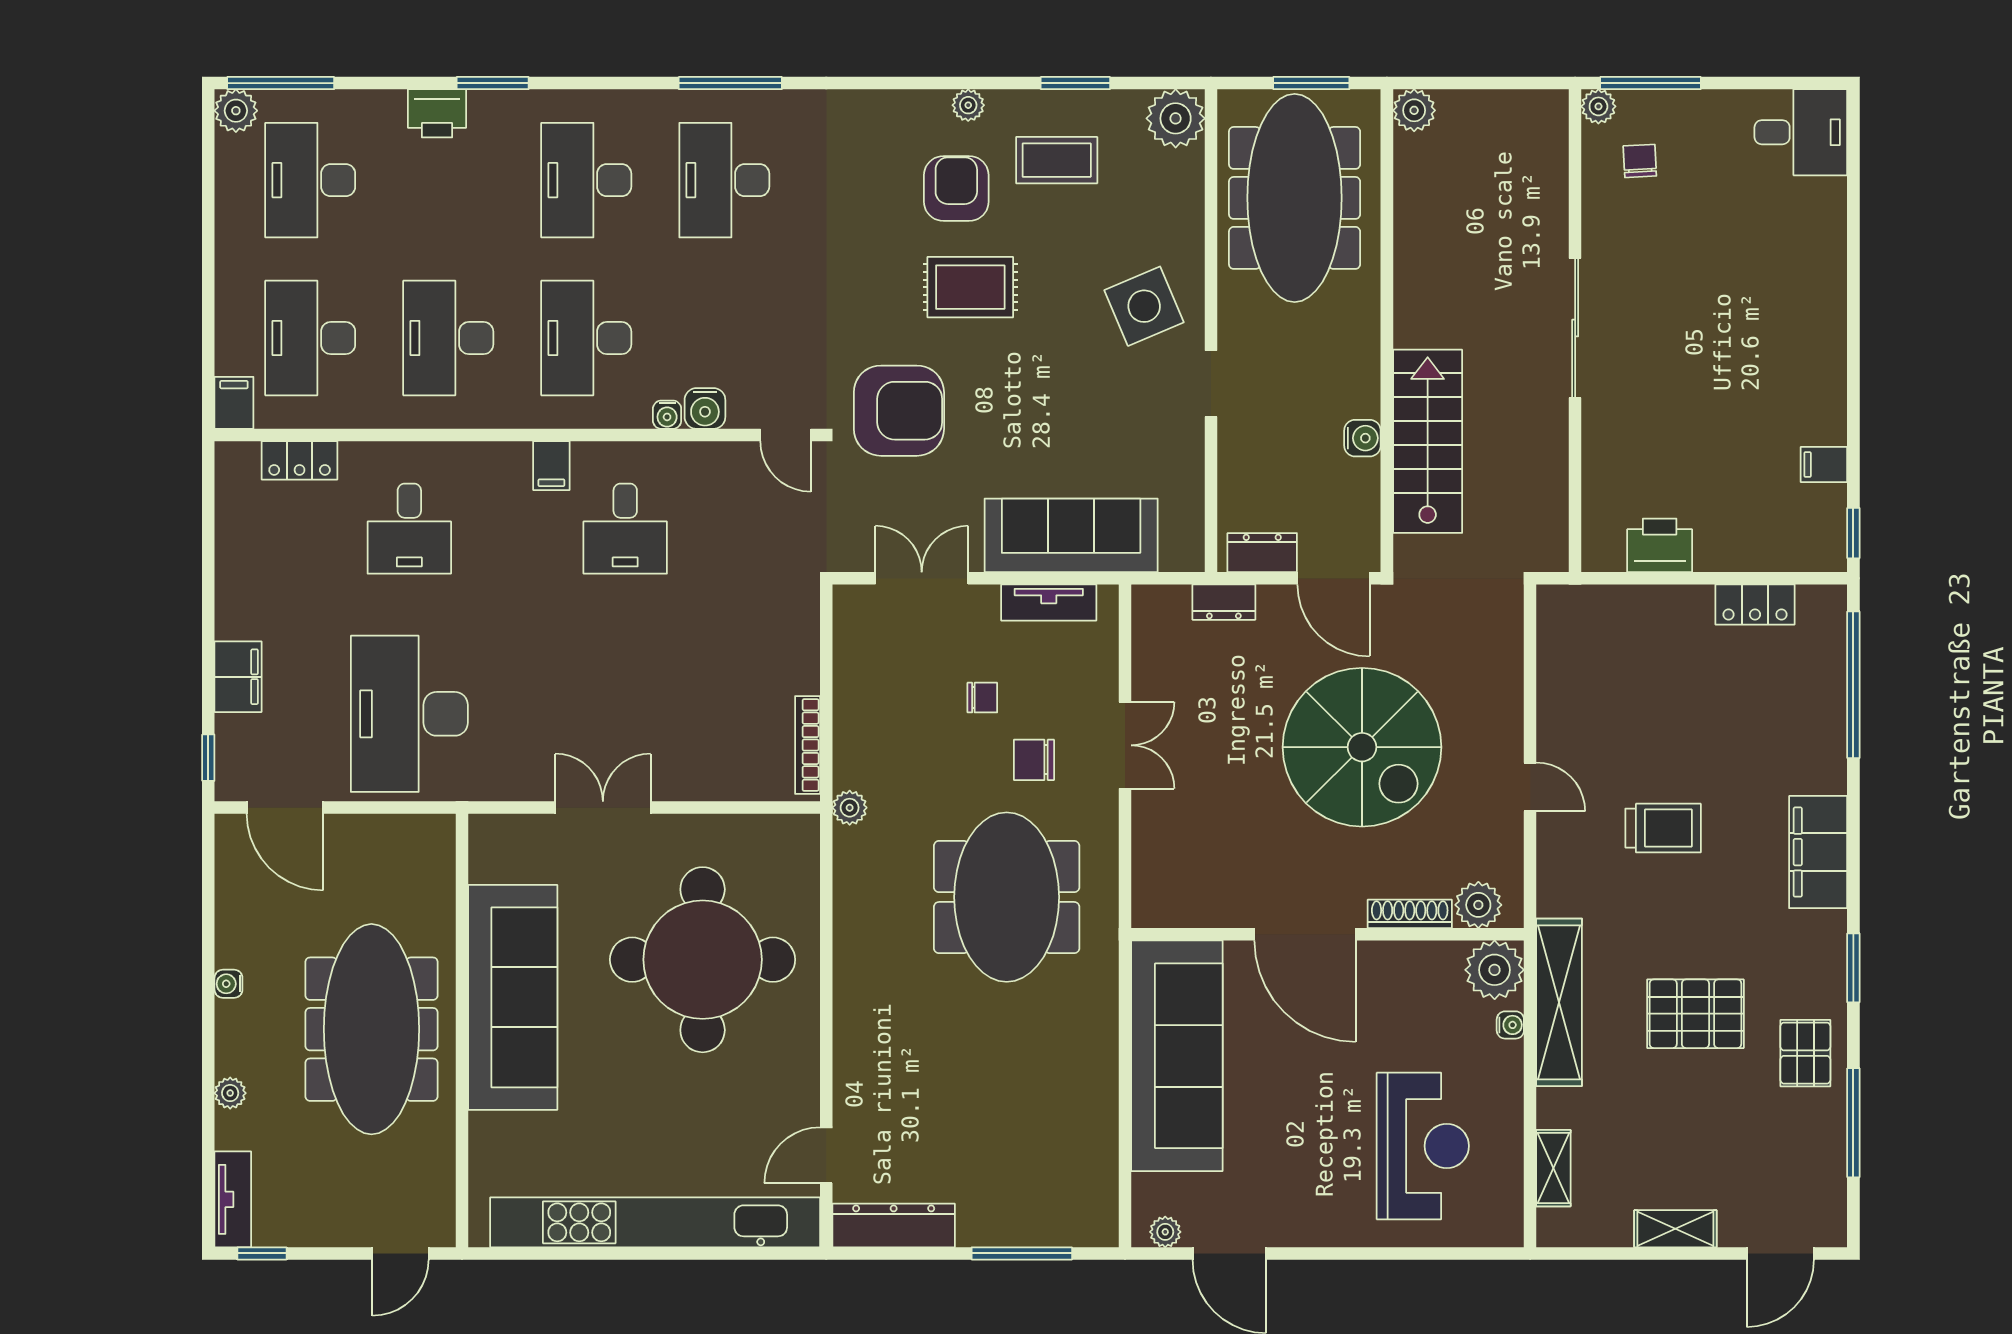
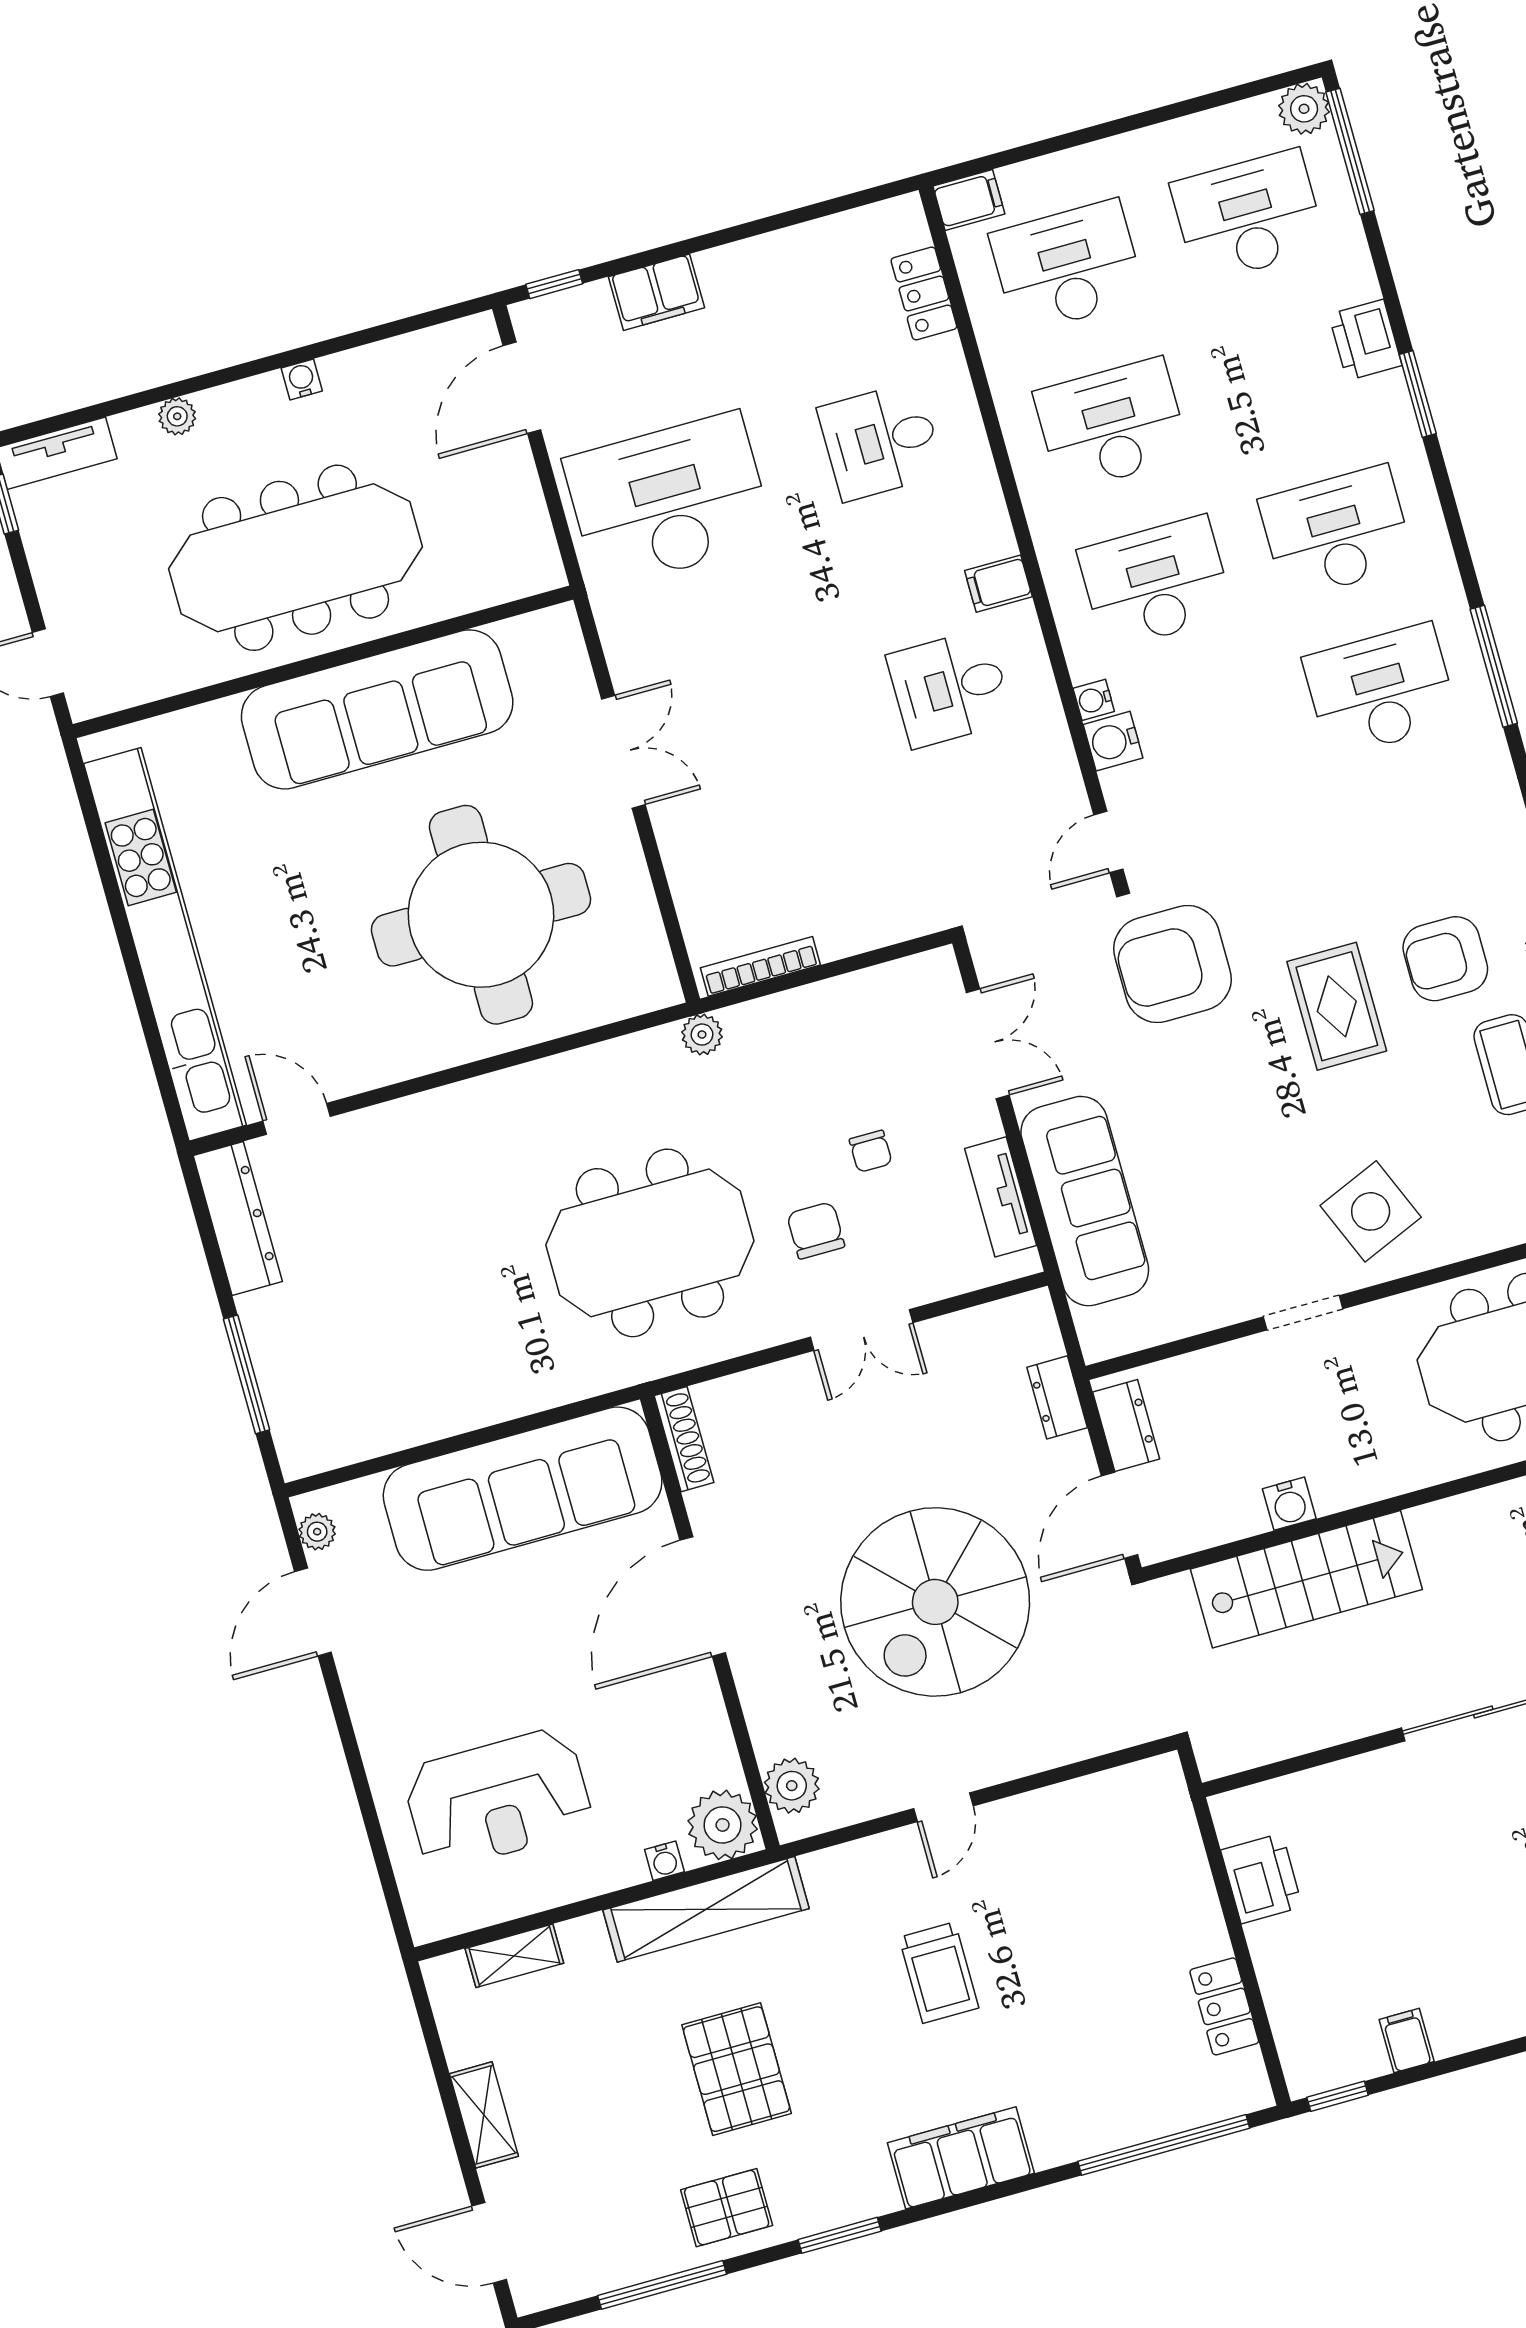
armchair: (956, 188) -> (1445, 959), turned 180
armchair: (899, 411) -> (1173, 964), turned 90
shoe rack: (1410, 914) -> (684, 1439), moved

